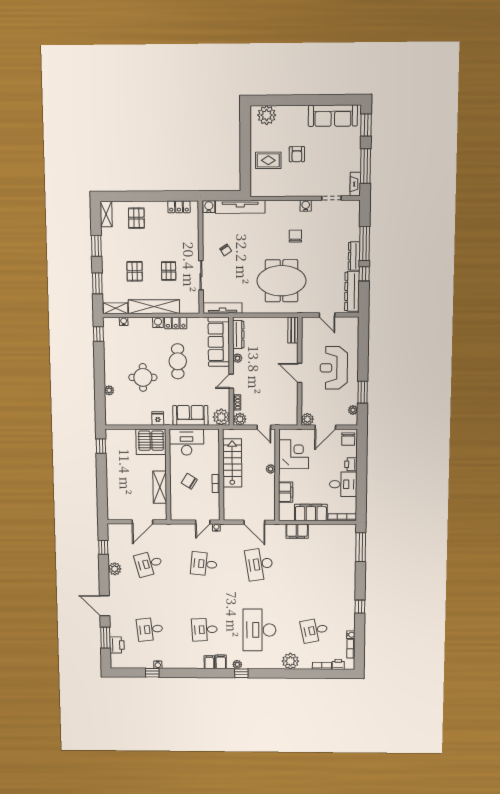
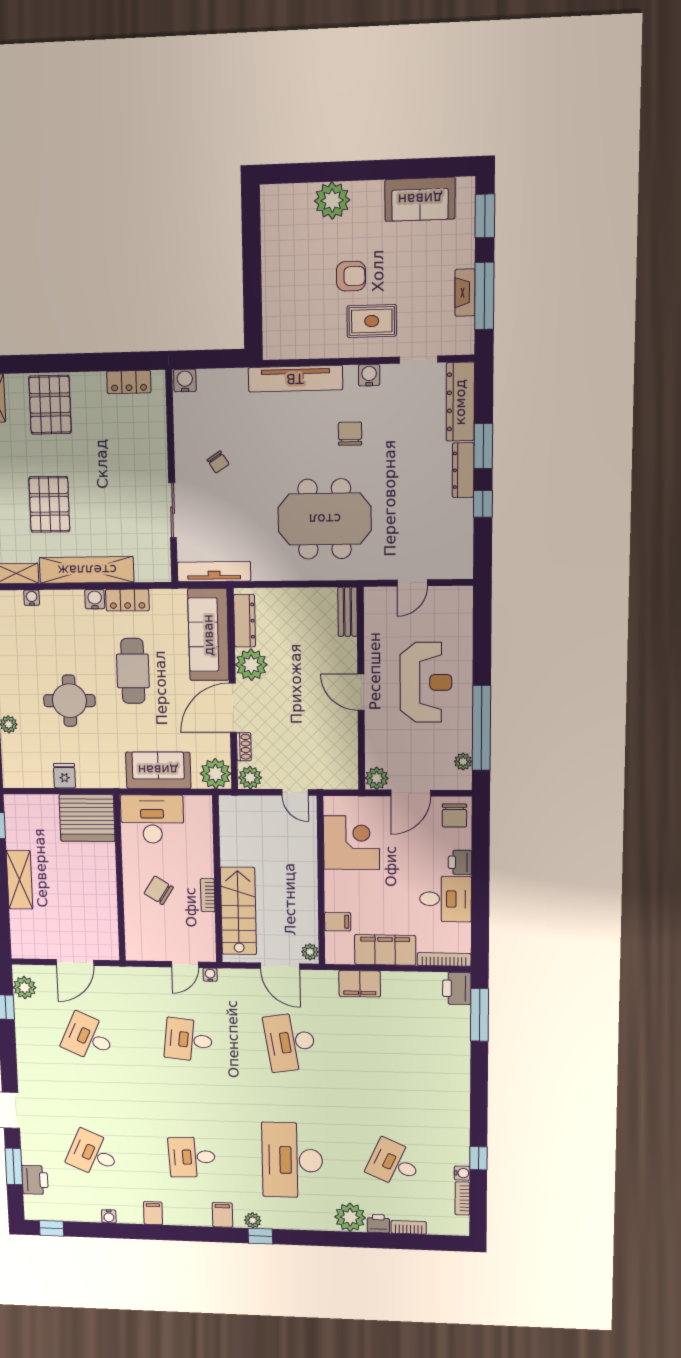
plant: (267, 115) -> (332, 200), moved
sofa: (333, 116) -> (420, 199), width x0.73
armchair: (297, 154) -> (351, 276), turned -90
rug: (268, 160) -> (372, 321), moved
fireplace: (355, 184) -> (465, 293), moved
tv unit: (240, 207) -> (295, 379), moved
pallet: (136, 218) -> (50, 405), width x1.50, depth x1.42
window: (365, 244) -> (483, 446), width x0.69
pallet: (135, 271) -> (49, 504), width x1.50, depth x1.42
pallet: (169, 271) -> (112, 503), removed
dresser: (352, 291) -> (460, 402), moved
door: (327, 315) -> (412, 583), hinge flipped
plant: (237, 358) -> (251, 665), width x1.88, depth x1.88
reception desk: (334, 368) -> (426, 682), turned 180
door: (231, 381) -> (233, 708), width x1.87
window: (363, 392) -> (481, 728), width x2.11
fridge: (158, 418) -> (64, 776), moved
stairs: (232, 463) -> (238, 911), moved
plant: (271, 469) -> (310, 952), moved
shelving: (160, 487) -> (19, 880), moved
filing cabinet: (286, 492) -> (338, 922), width x0.50
printer: (349, 533) -> (457, 988), added
desk: (149, 564) -> (88, 1038), turned 39
plant: (115, 569) -> (24, 988), moved
window: (360, 607) -> (478, 1158), moved
desk: (150, 629) -> (93, 1154), turned 30
desk: (314, 630) -> (394, 1163), turned 36
filing cabinet: (209, 662) -> (153, 1213), moved
printer: (338, 664) -> (378, 1224), moved
window: (152, 673) -> (52, 1228), moved

